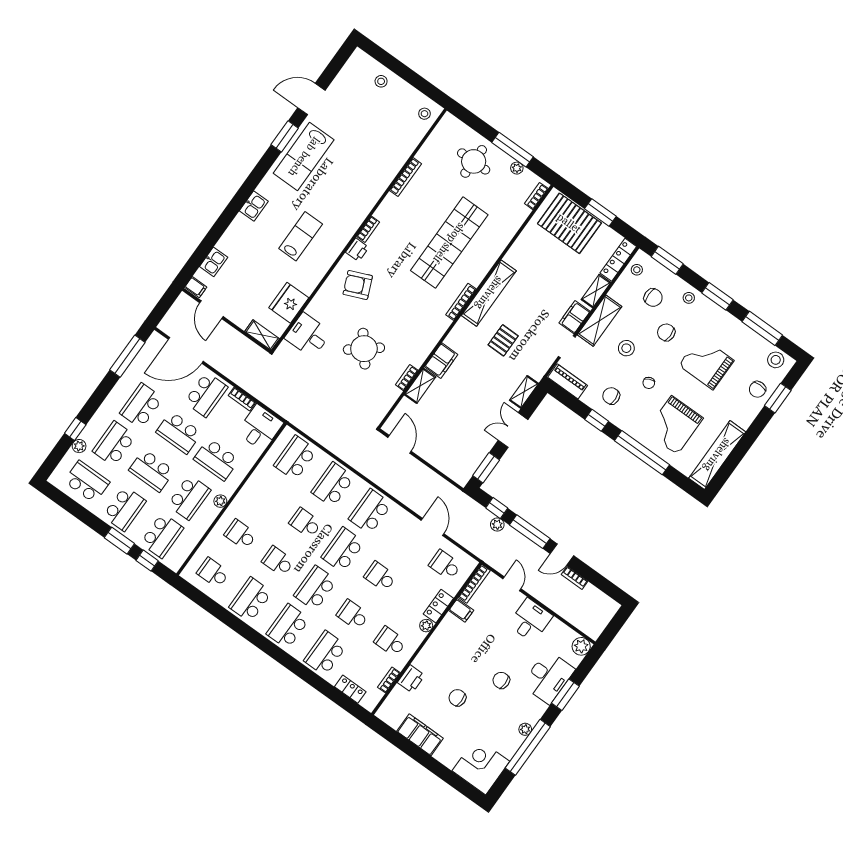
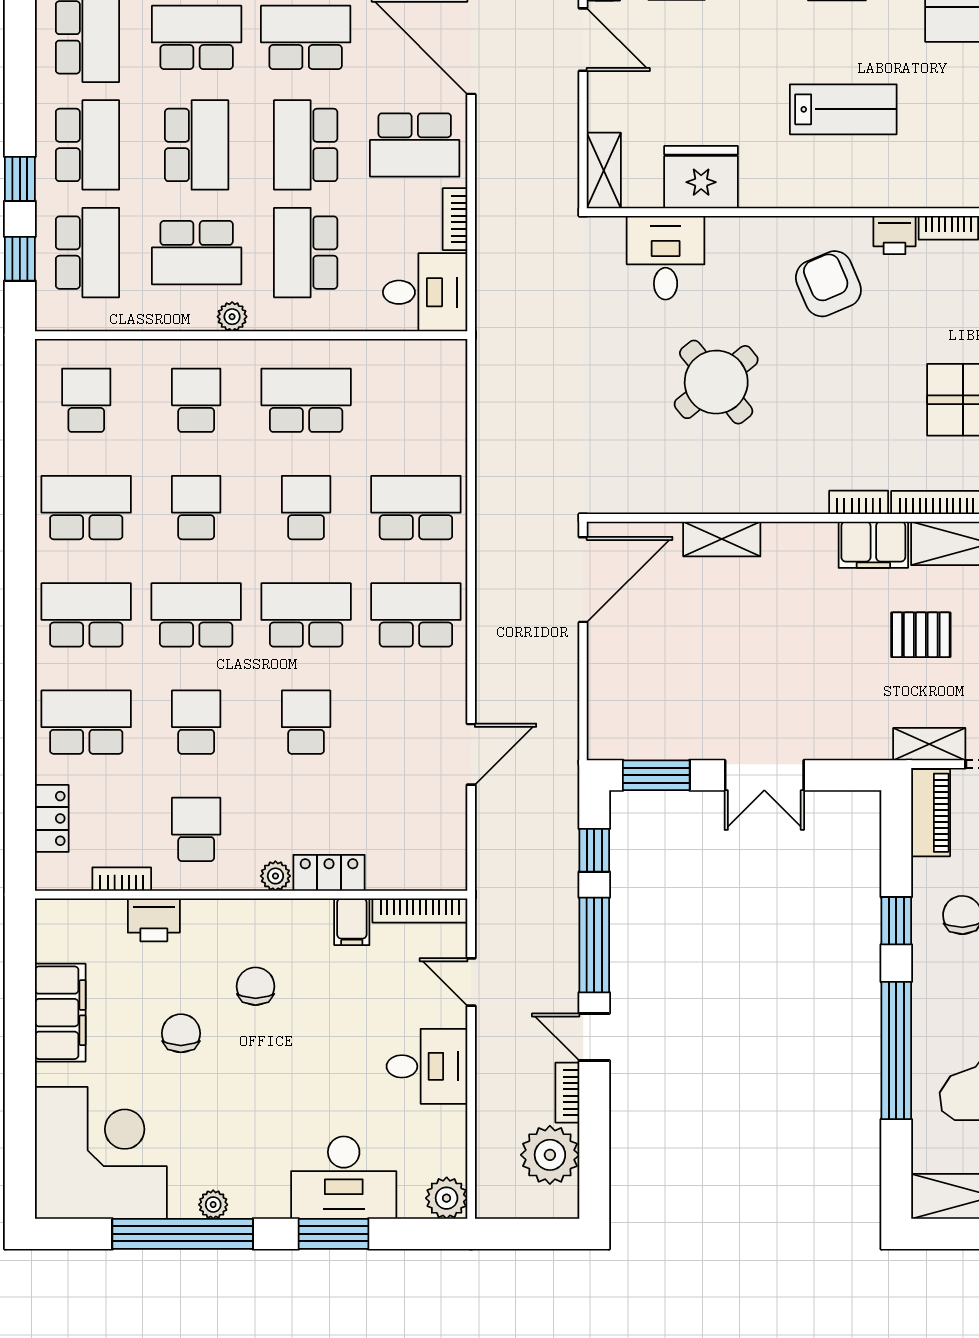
door: (211, 310) -> (583, 40), swing flipped
filing cabinet: (441, 361) -> (873, 545), moved
bookcase: (407, 378) -> (859, 502), moved
shelving: (524, 392) -> (929, 744), moved
double door: (513, 430) -> (764, 775), swing flipped
door: (400, 444) -> (583, 580), width x1.36
school desk: (295, 458) -> (306, 400), moved
school desk: (152, 471) -> (197, 145), turned 180
school desk: (124, 509) -> (88, 145), turned -90
plant: (497, 525) -> (550, 1155), moved, width x1.88, depth x1.88
school desk: (162, 536) -> (88, 253), turned -90
window: (119, 541) -> (20, 179), width x0.67
school desk: (445, 565) -> (416, 829), removed
door: (512, 584) -> (471, 982), swing flipped
chair: (501, 680) -> (256, 986), moved
corner desk: (481, 766) -> (101, 1153), width x1.36, depth x1.36

